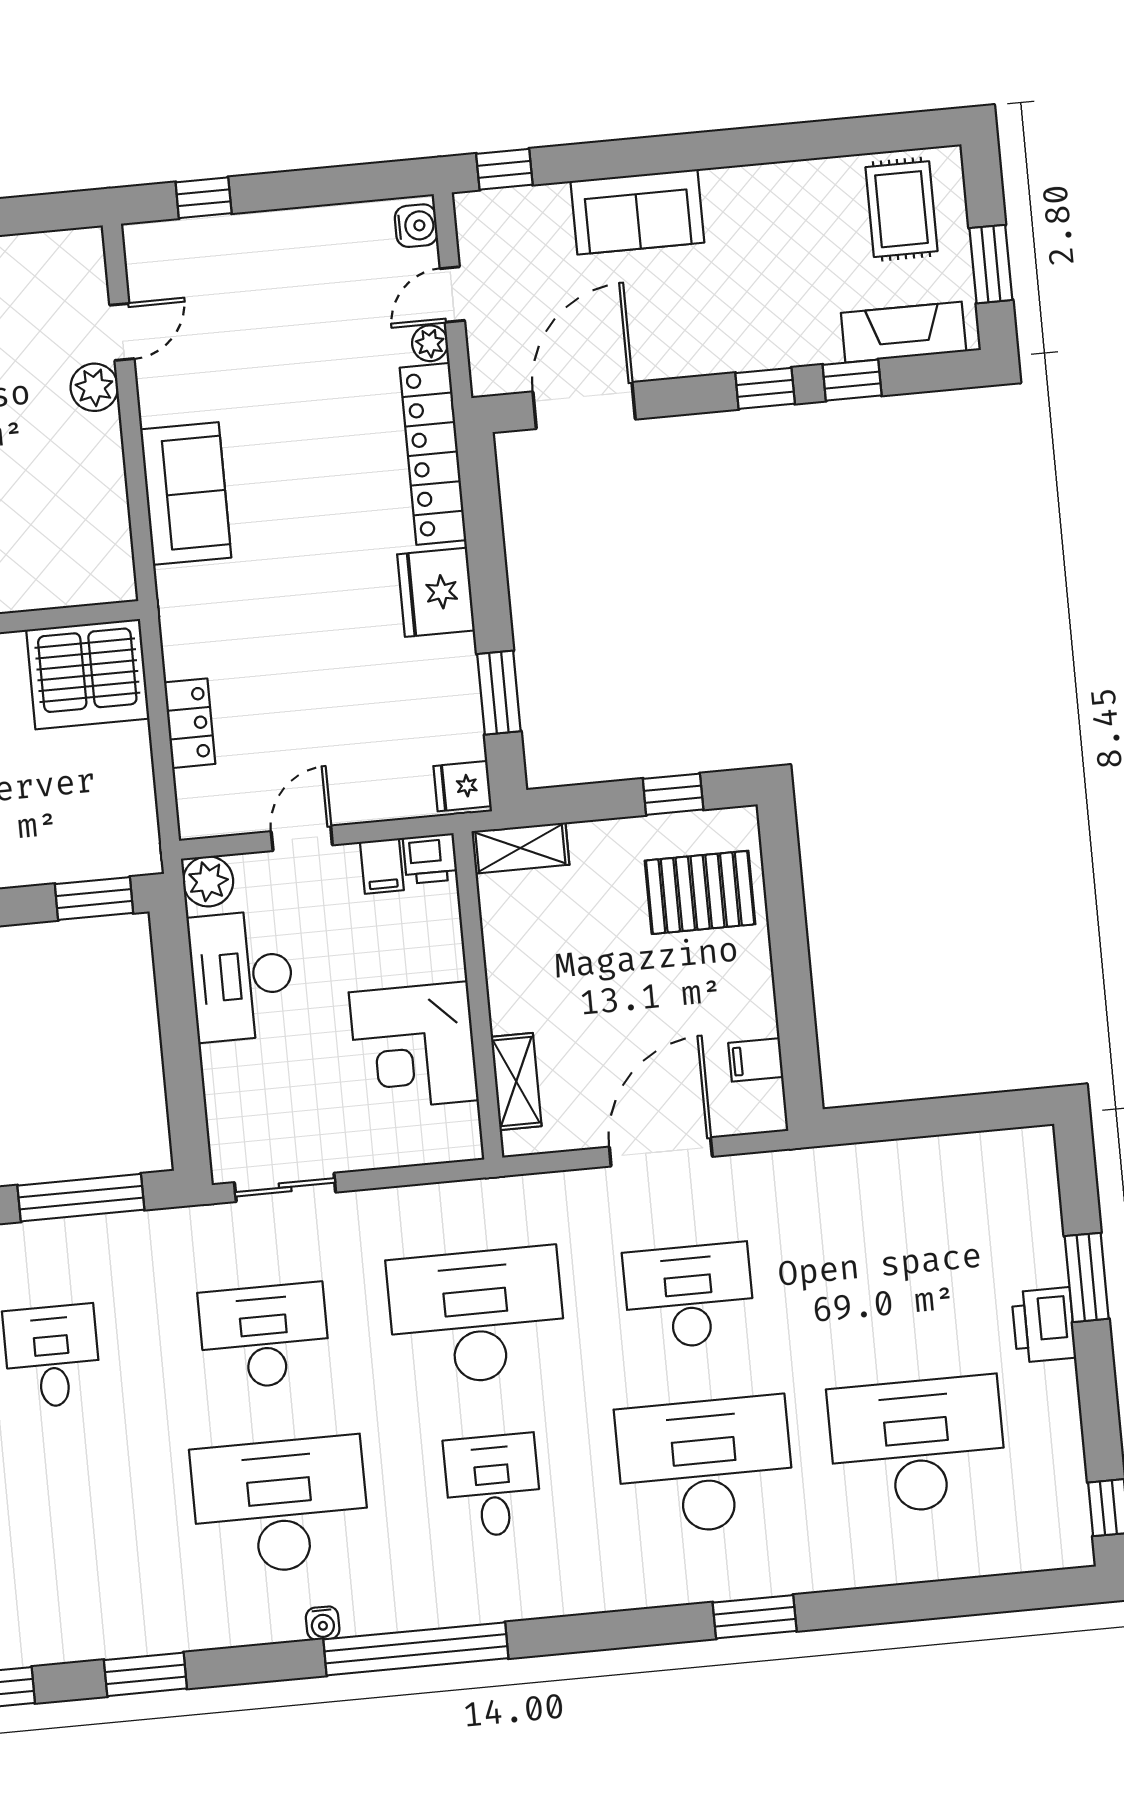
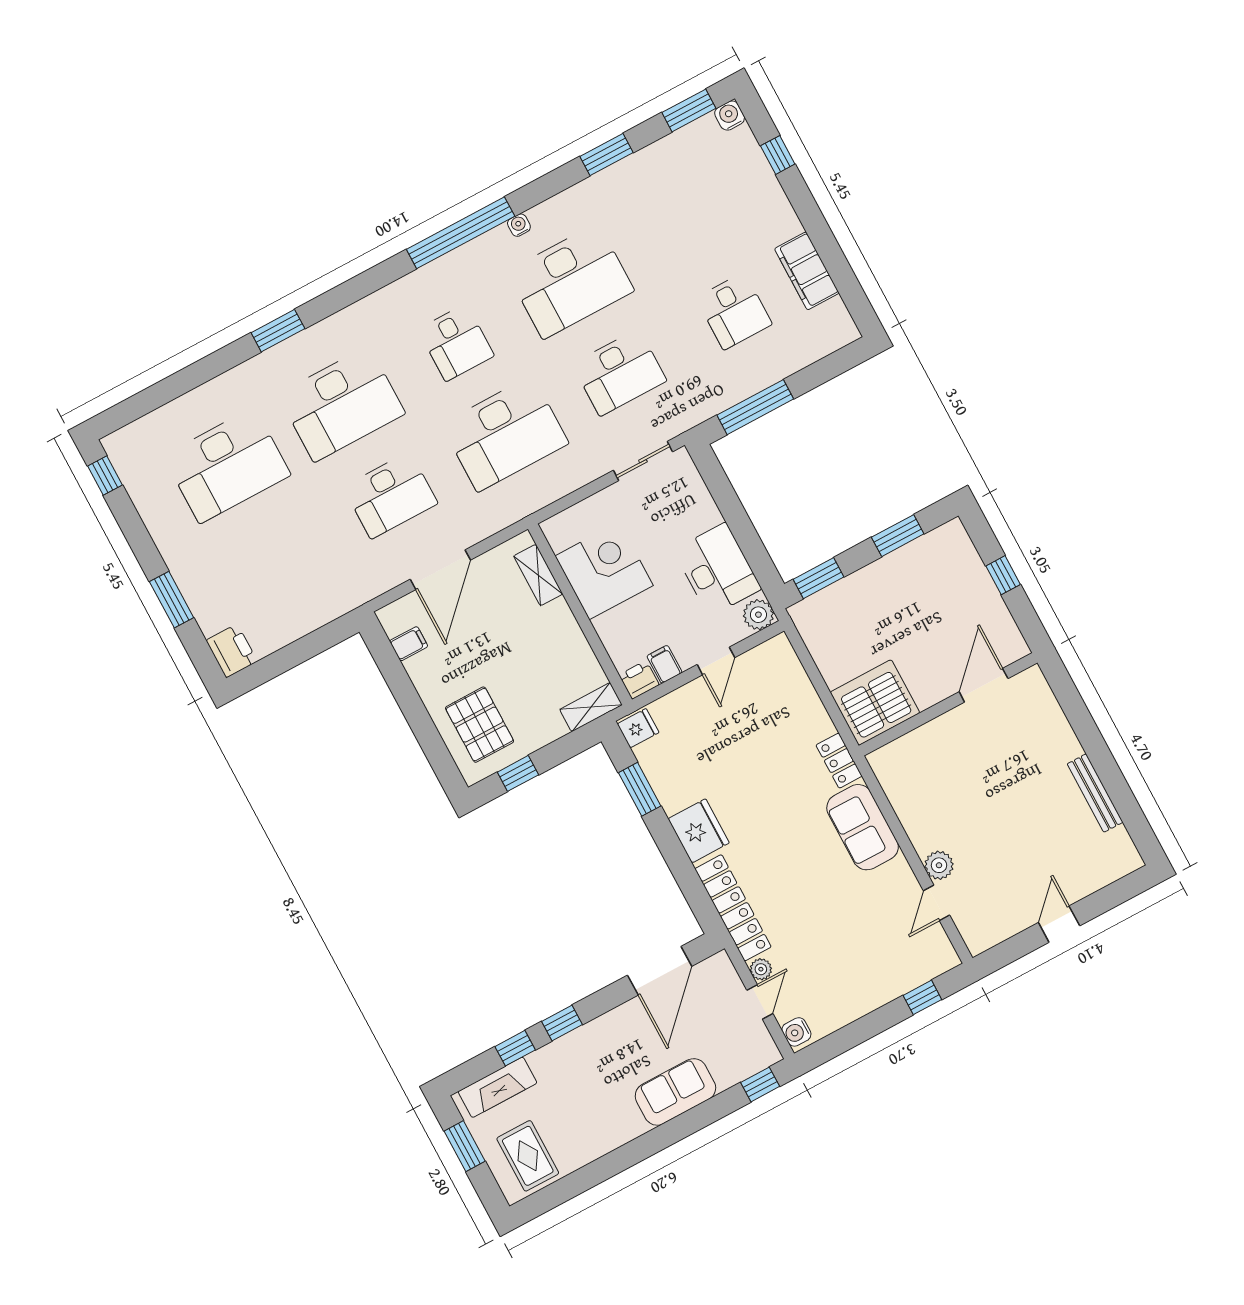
locker: (190, 723) -> (839, 761), moved
pallet: (700, 892) -> (480, 725), turned 90
printer: (1044, 1325) -> (232, 651), moved

